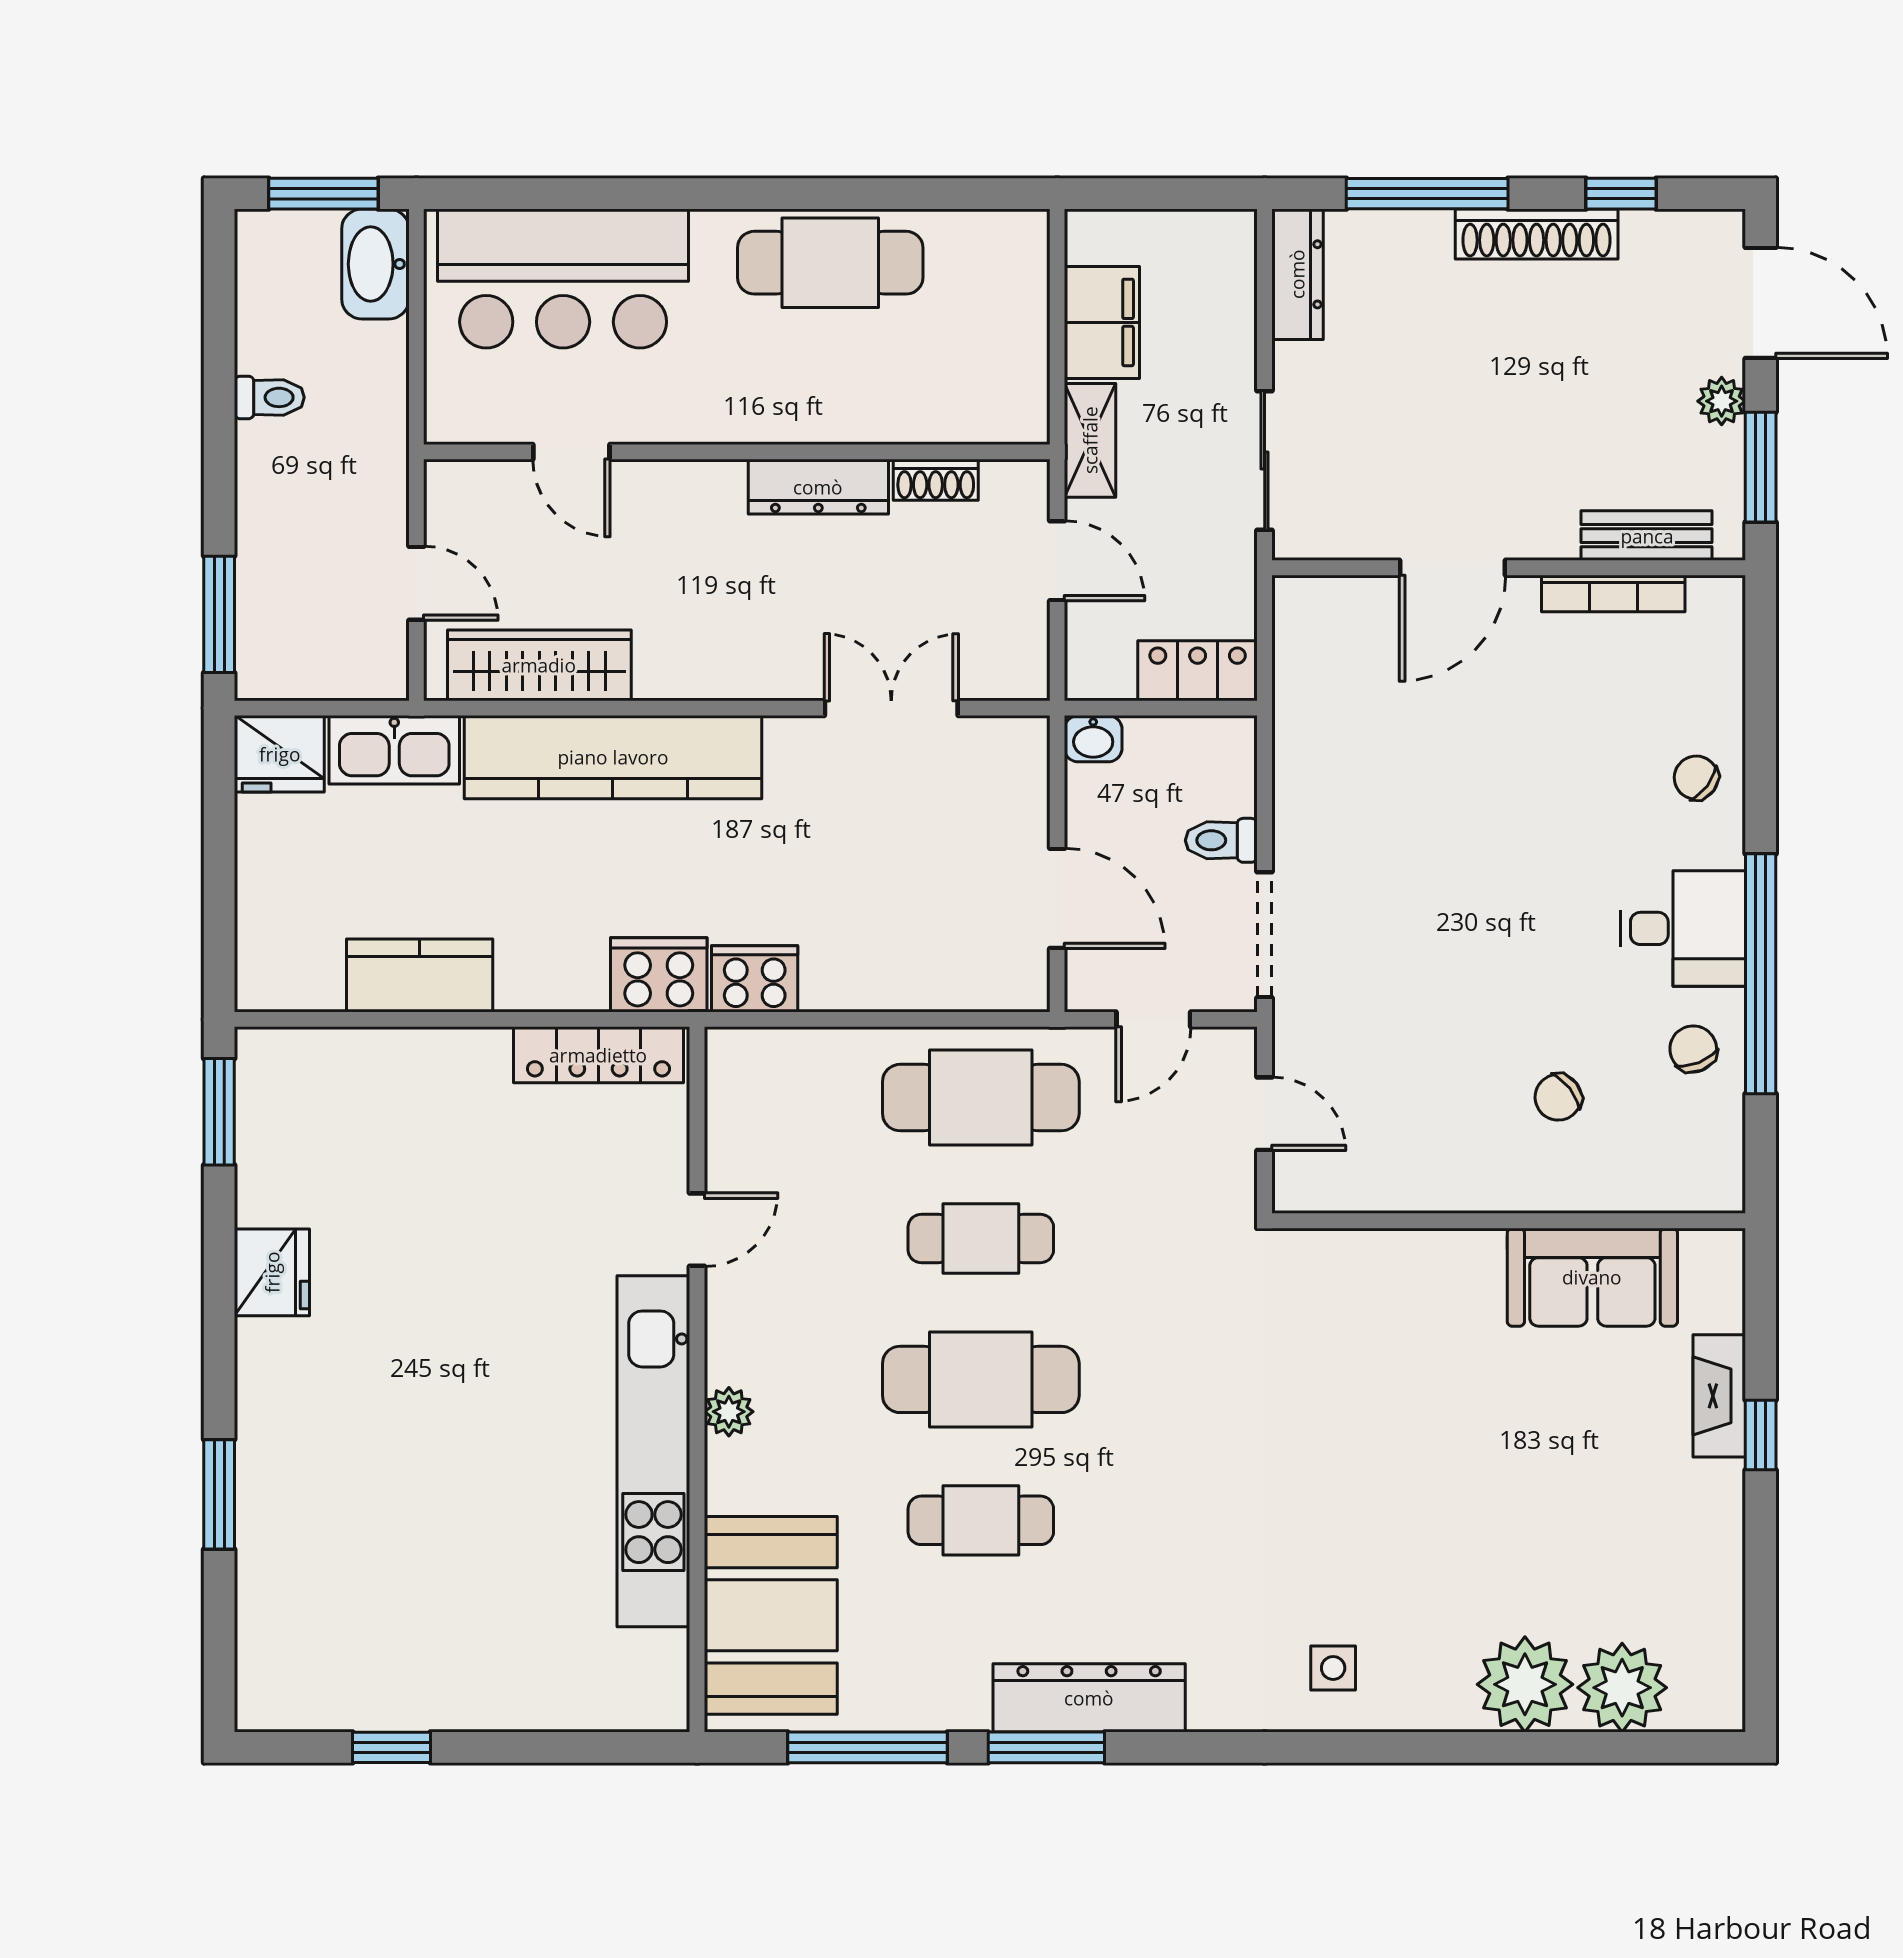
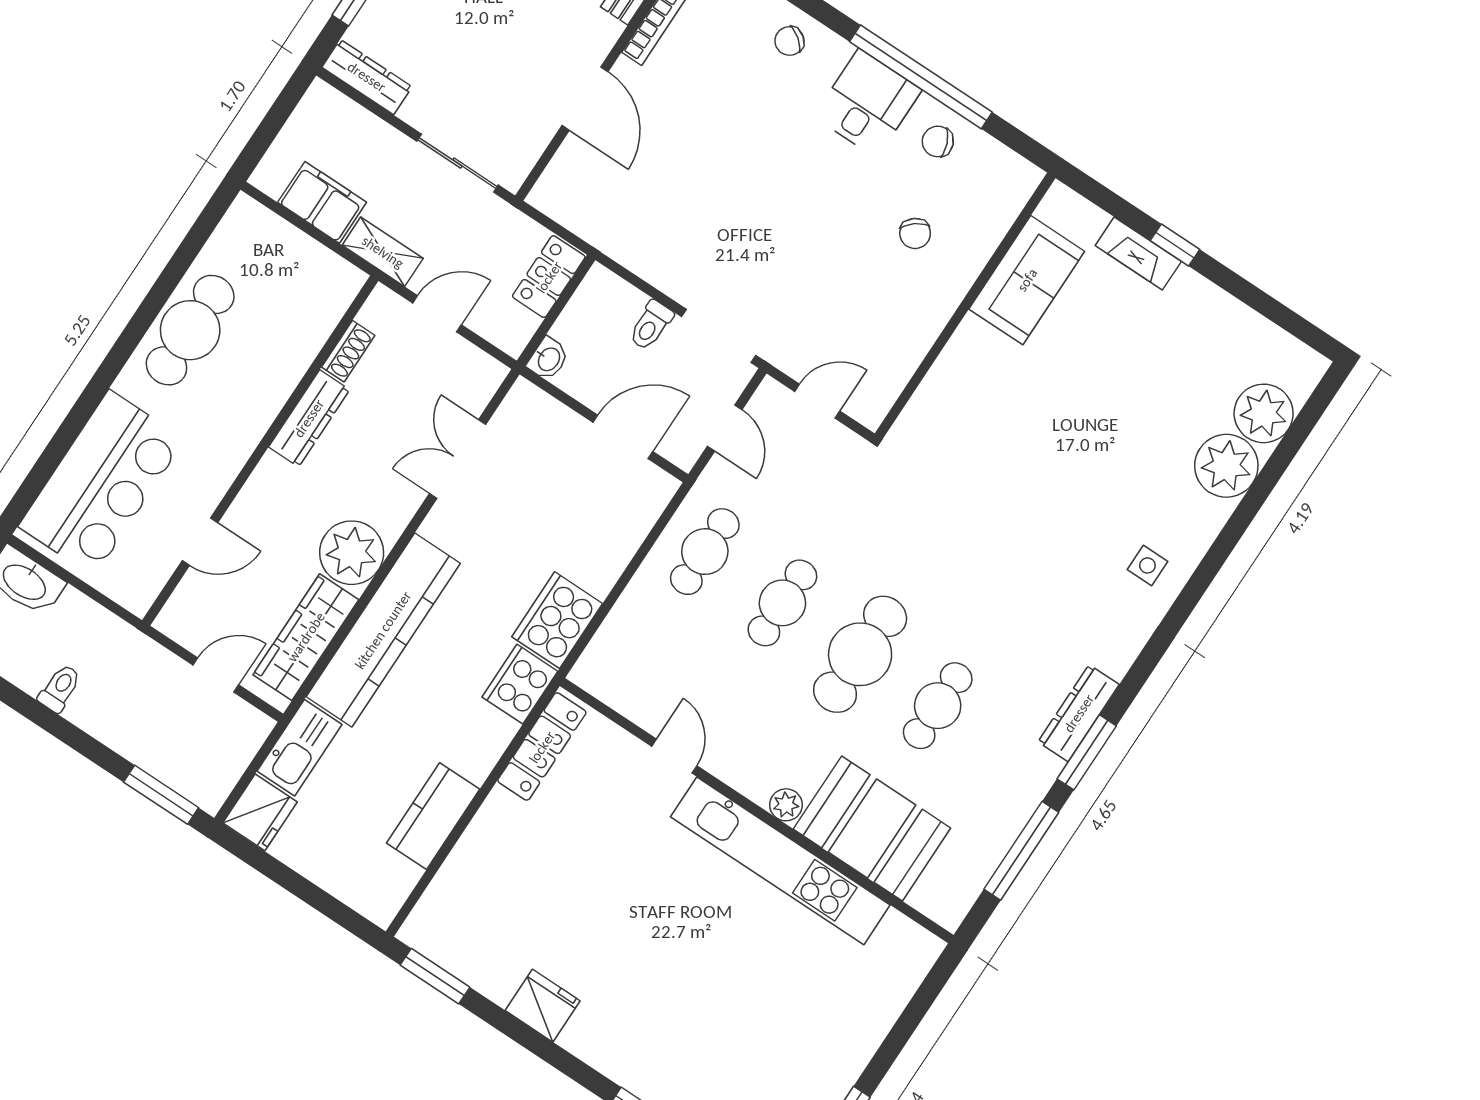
plant: (684, 653) -> (352, 553), added
cooker: (755, 979) -> (557, 620), width x1.37, depth x1.31
cafe table: (981, 1098) -> (705, 552), width x0.73, depth x0.74
booth: (771, 1615) -> (872, 828), moved
dresser: (1089, 1698) -> (1079, 713), width x0.73, depth x0.80

